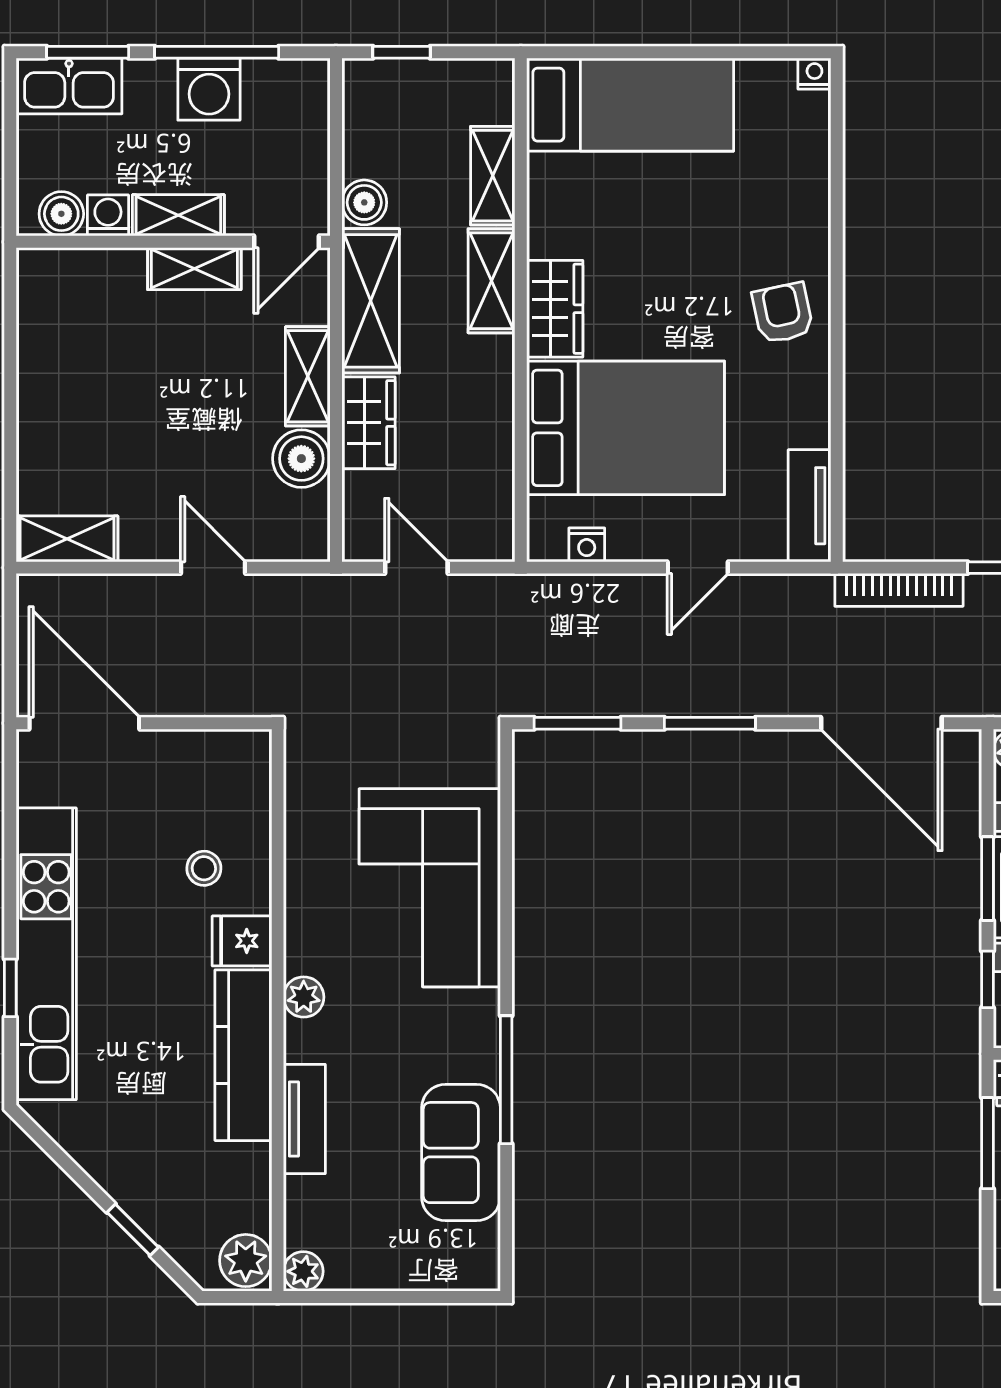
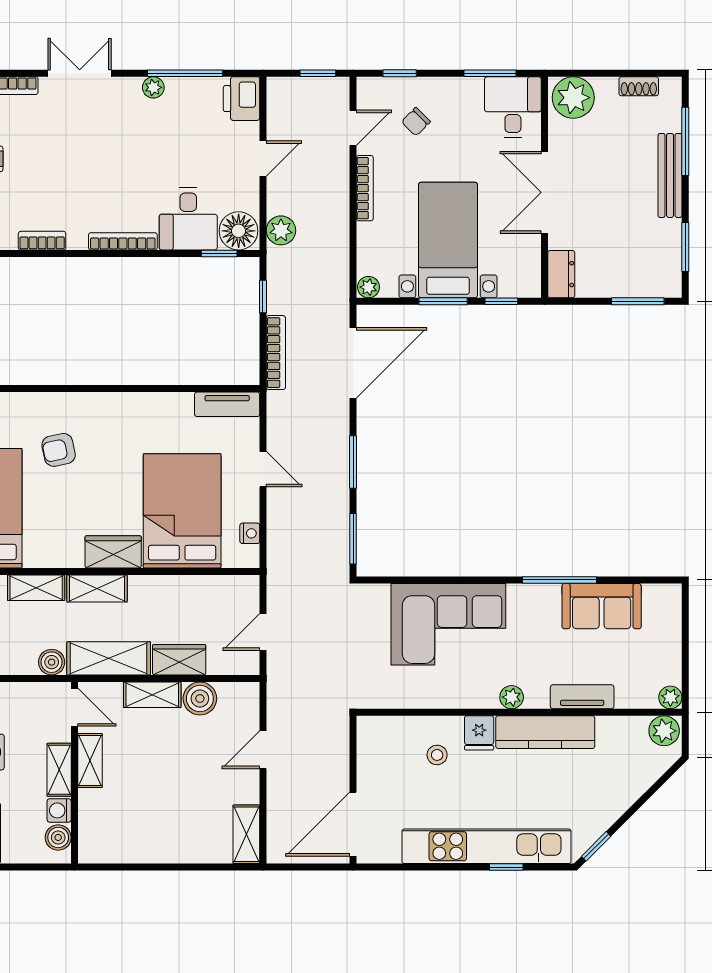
armchair: (783, 313) -> (59, 450), moved
window: (988, 1143) -> (638, 301), moved
window: (133, 1230) -> (596, 846), moved

